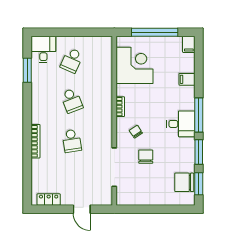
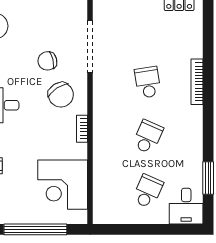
school desk: (72, 101) -> (148, 137), turned 45
chair: (136, 132) -> (61, 95), width x1.87, depth x1.87
chair: (146, 157) -> (47, 61), turned 76

